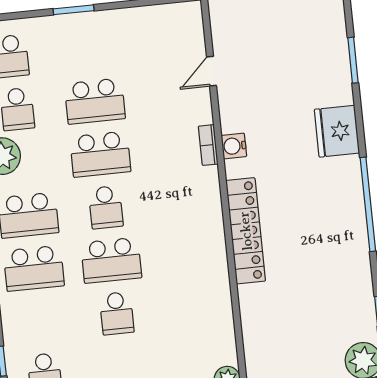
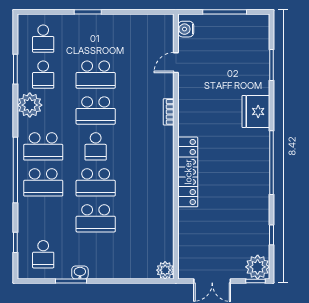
water cooler: (234, 146) -> (186, 29), moved
school desk: (117, 313) -> (96, 218), width x1.85

